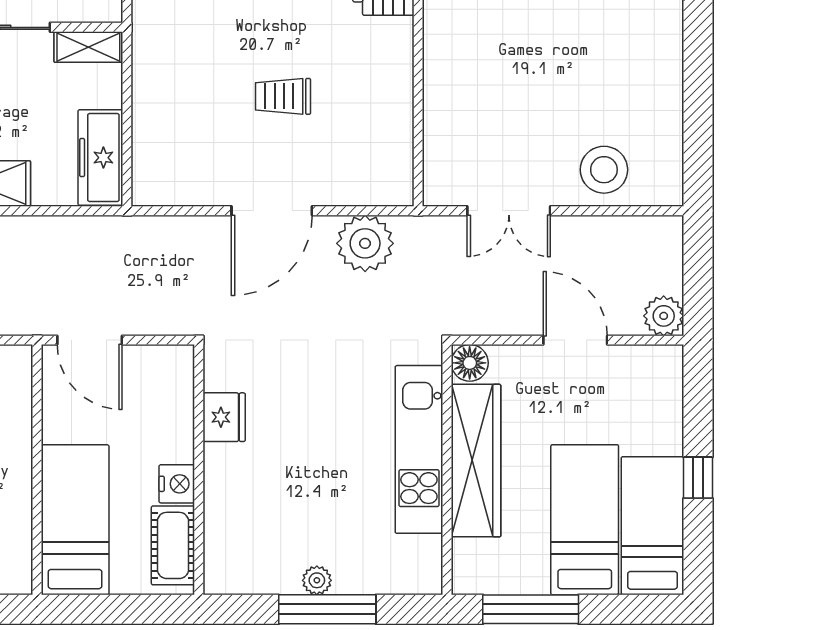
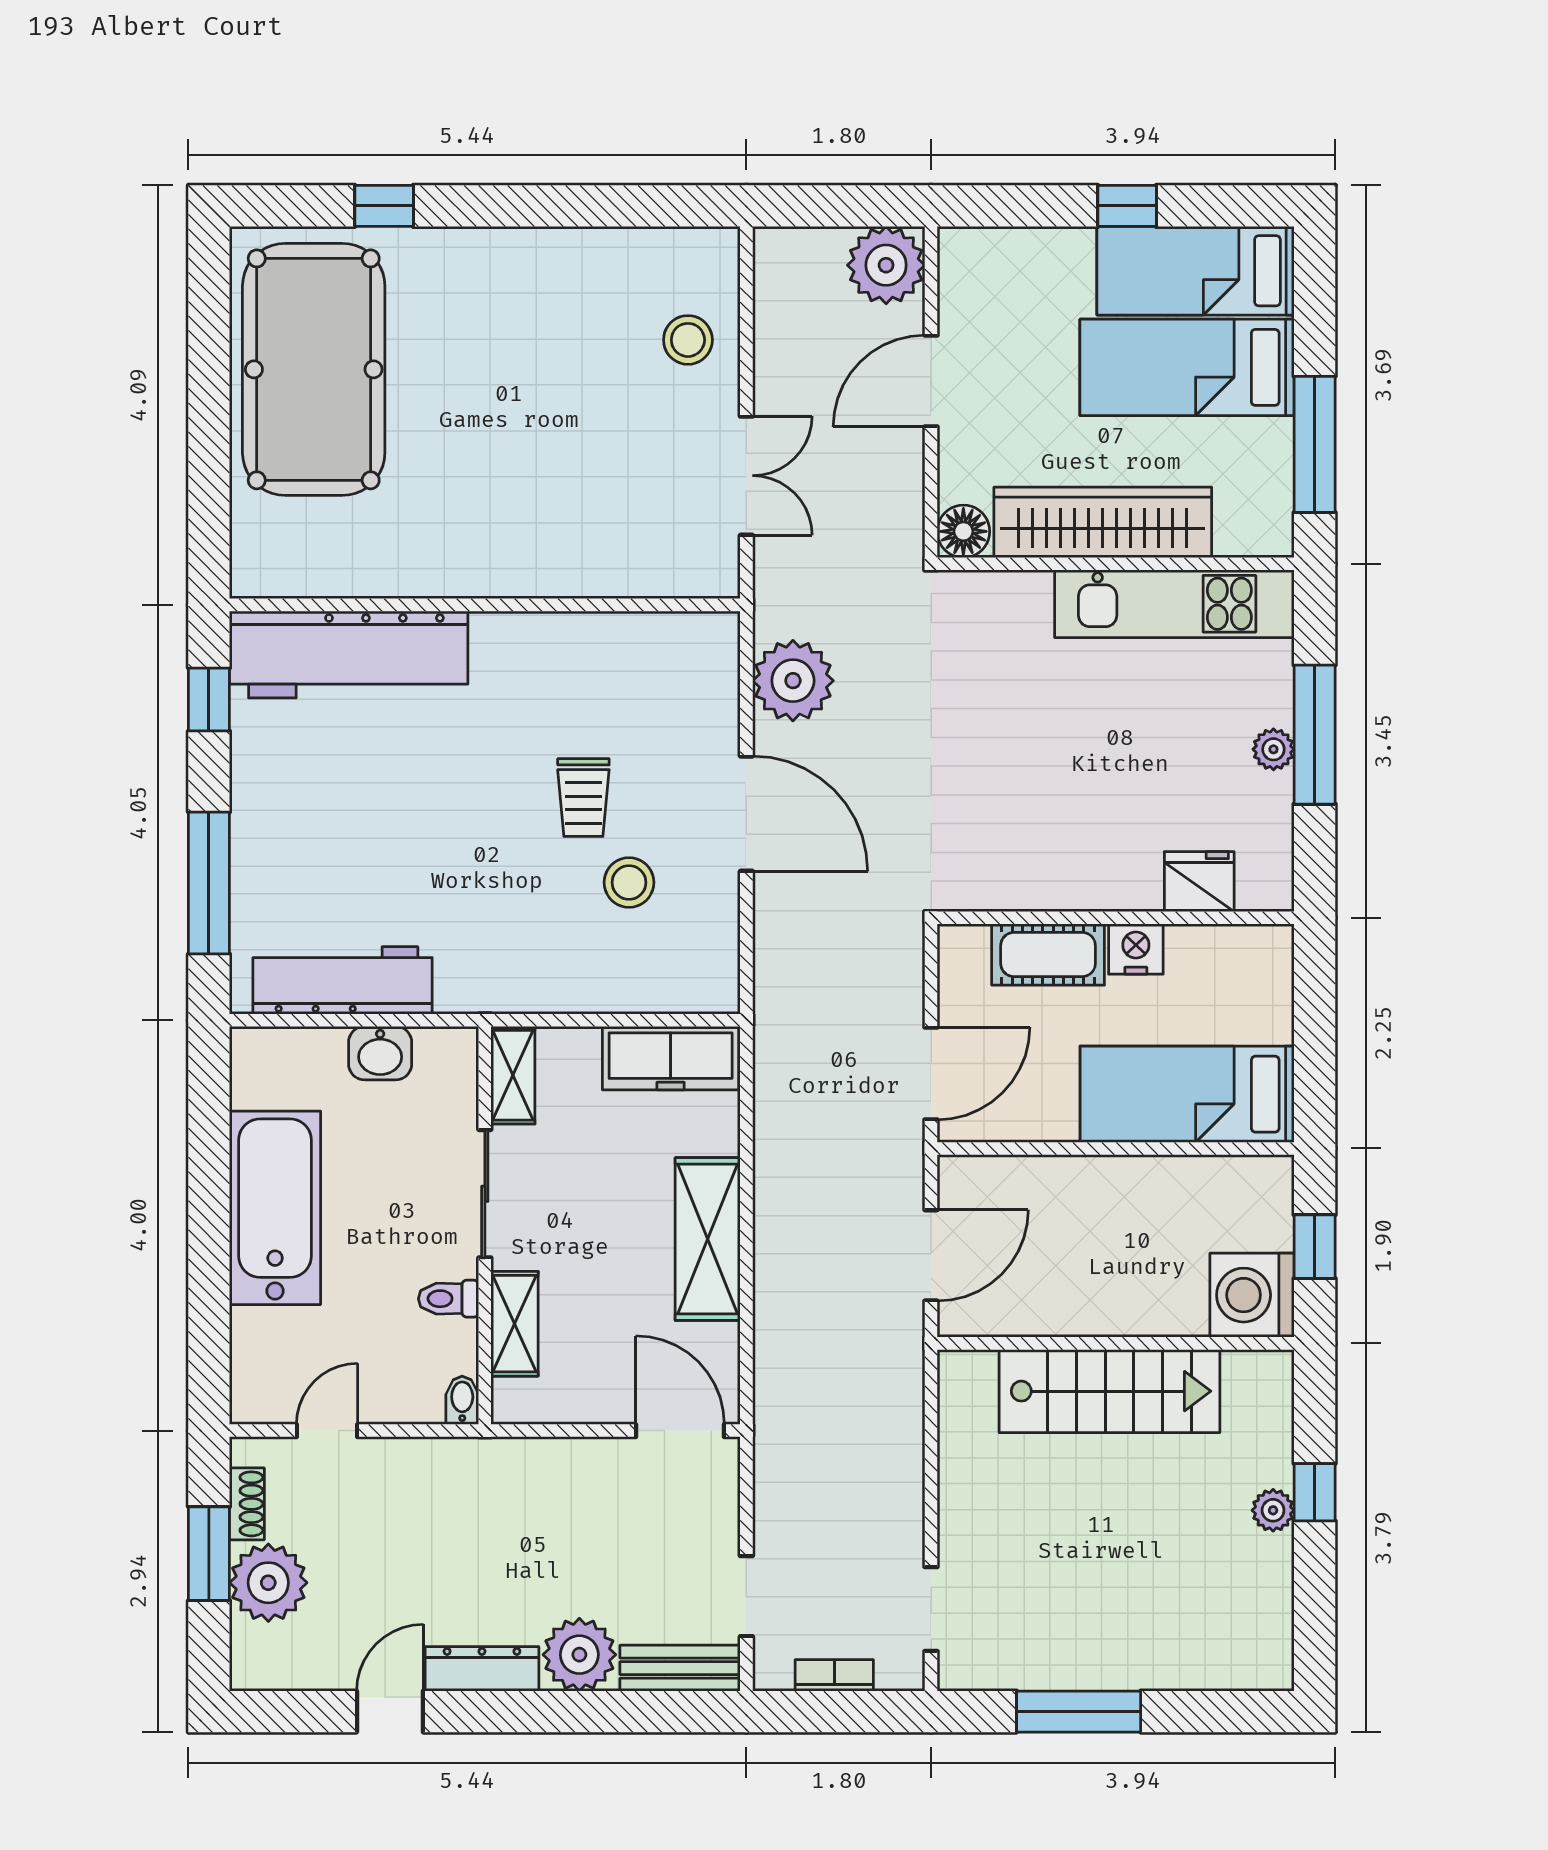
stool: (224, 128) -> (629, 882), added
stool: (604, 170) -> (688, 340), width x0.73, depth x0.73
plant: (664, 316) -> (886, 265), width x1.36, depth x1.36
fridge: (224, 417) -> (1199, 882), moved
kitchen unit: (419, 449) -> (1174, 604), moved
cot: (173, 545) -> (1048, 955), moved

